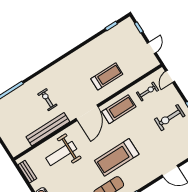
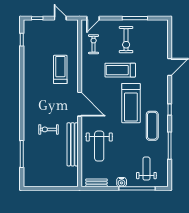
door: (170, 76) -> (93, 18), hinge flipped
treadmill: (119, 109) -> (120, 70), moved, turned -90

